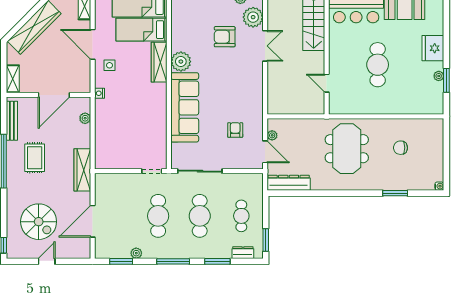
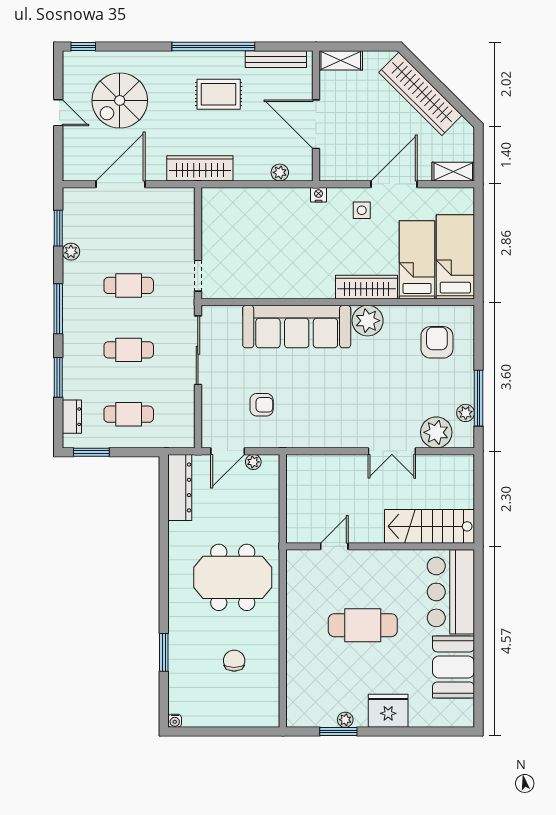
armchair: (225, 37) -> (437, 342), moved
cafe table: (158, 216) -> (129, 285), width x0.73, depth x0.74
cafe table: (200, 216) -> (129, 350), width x0.73, depth x0.74
door: (93, 221) -> (120, 184), hinge flipped

